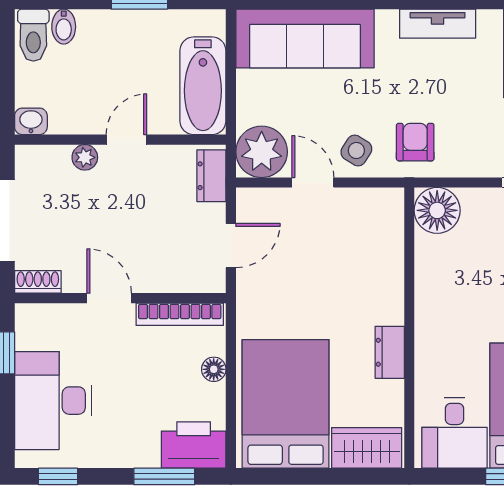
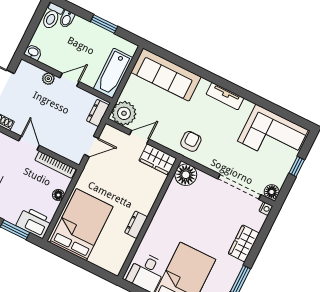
side table: (356, 150) -> (164, 133), removed
door: (313, 183) -> (139, 137), hinge flipped
wardrobe: (367, 448) -> (158, 159), moved, turned 180

